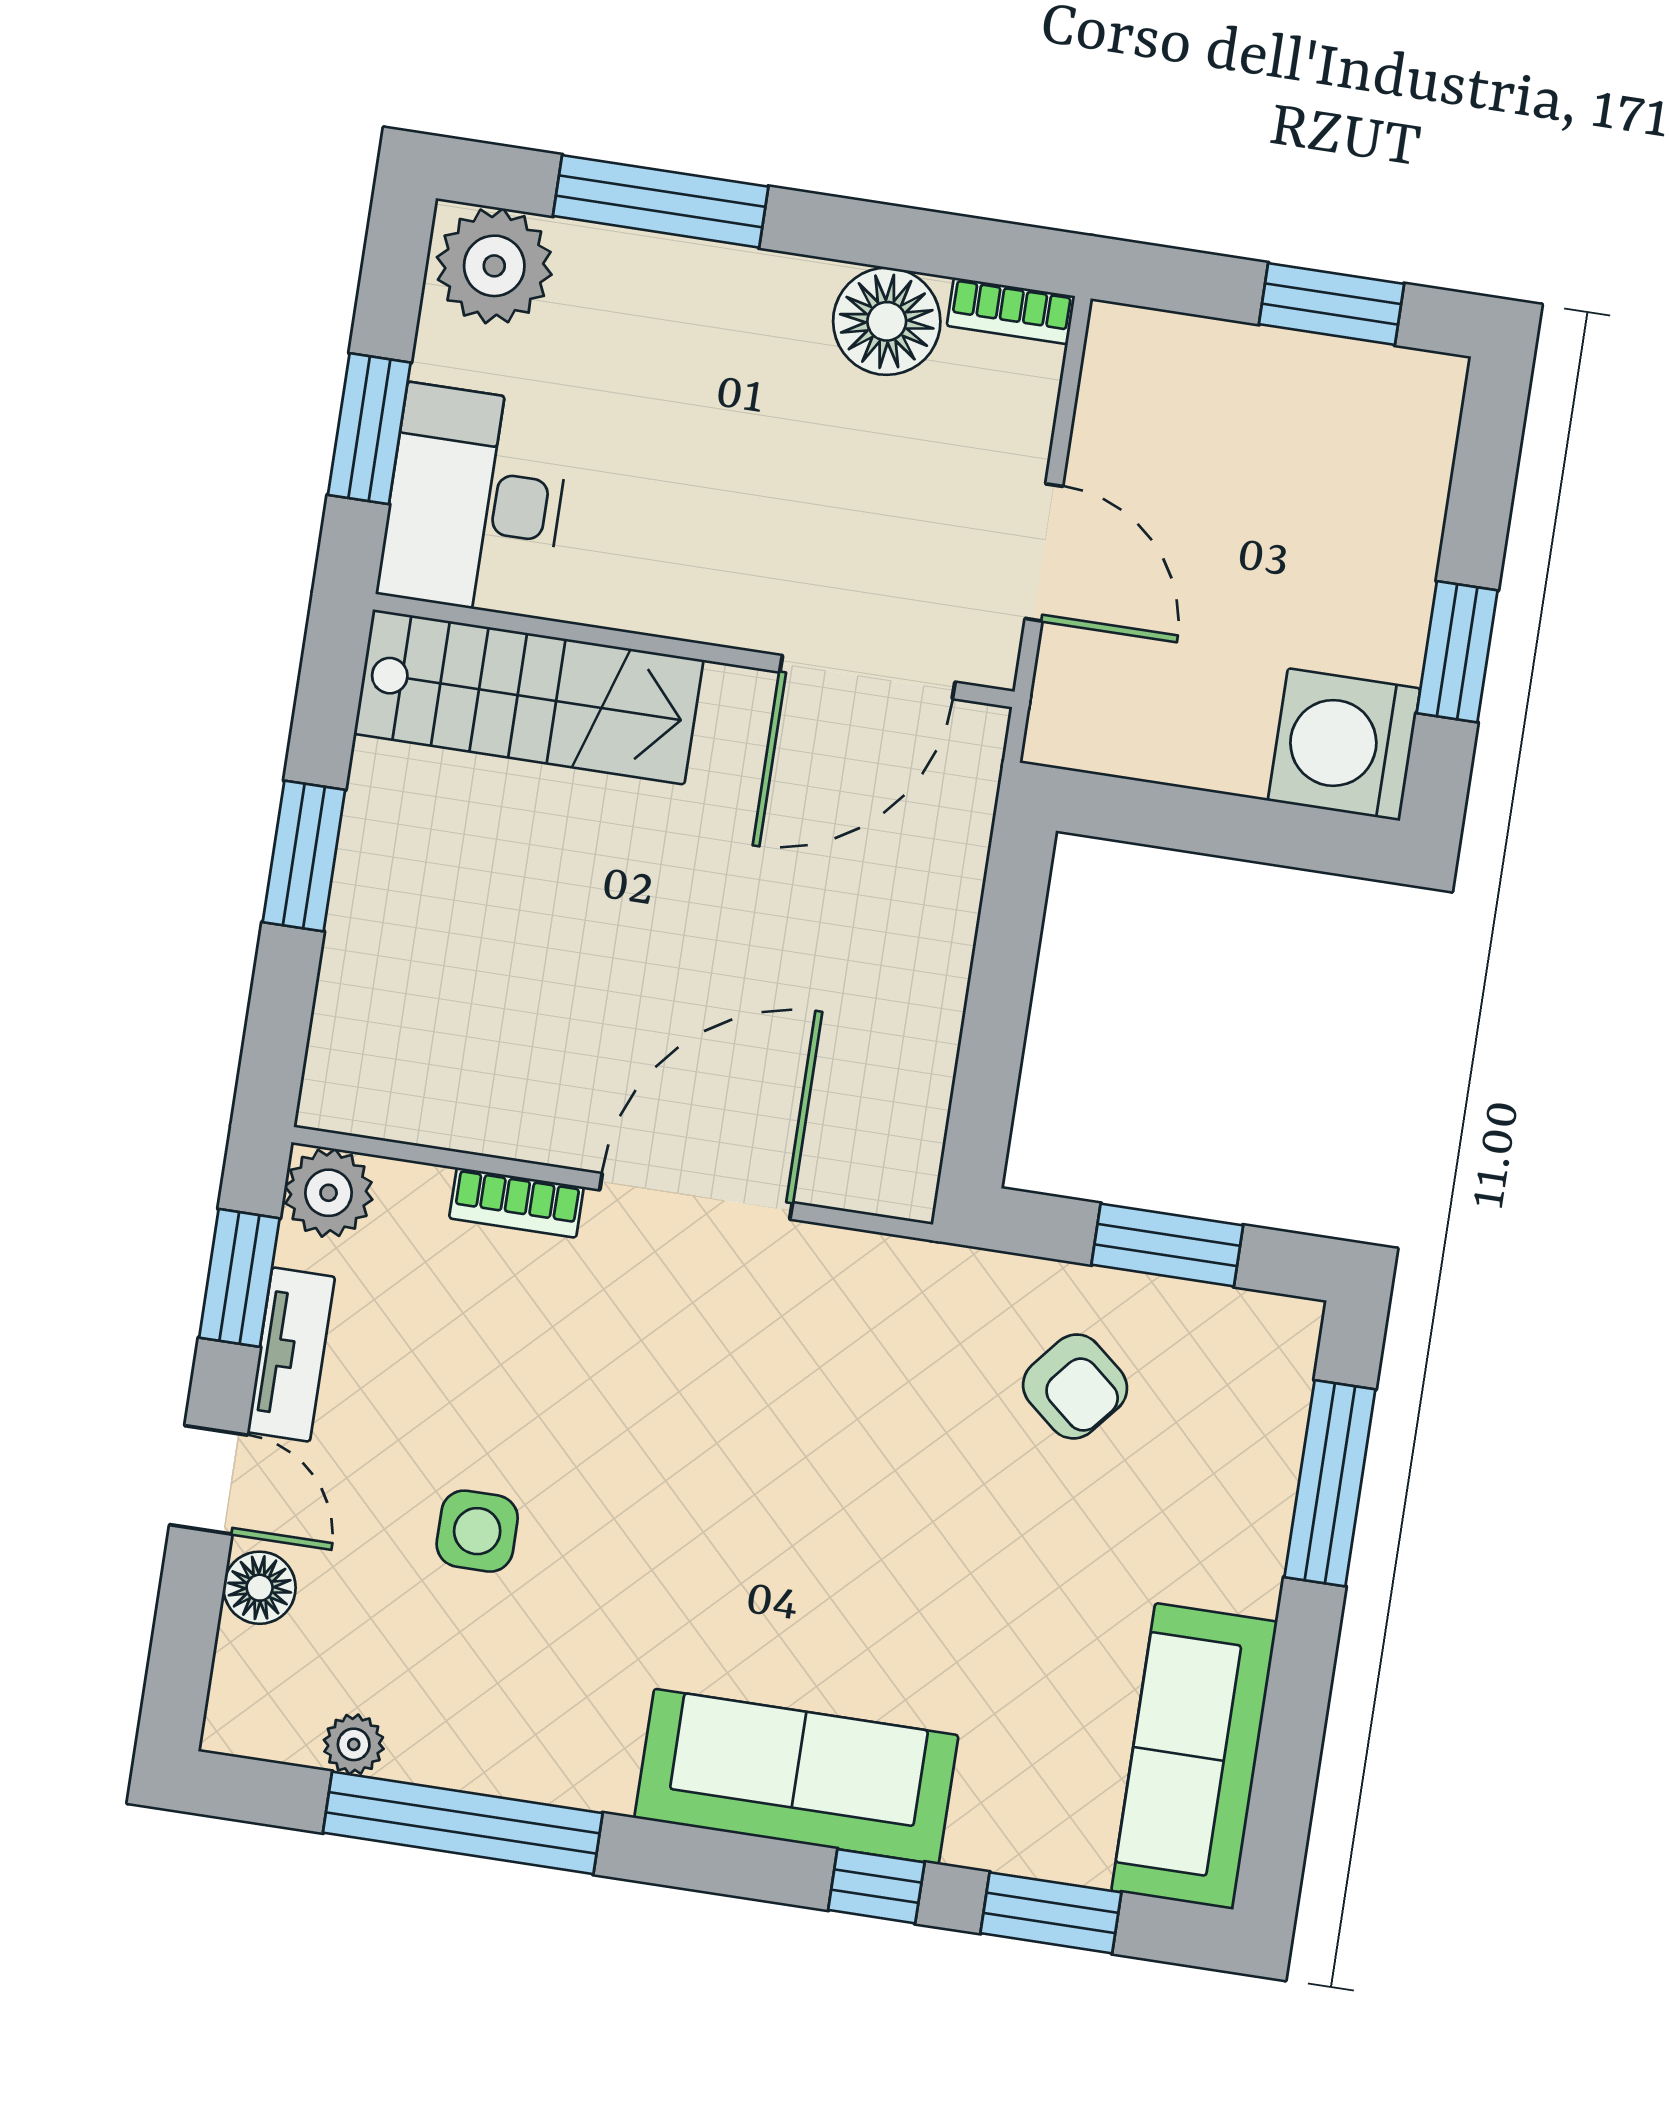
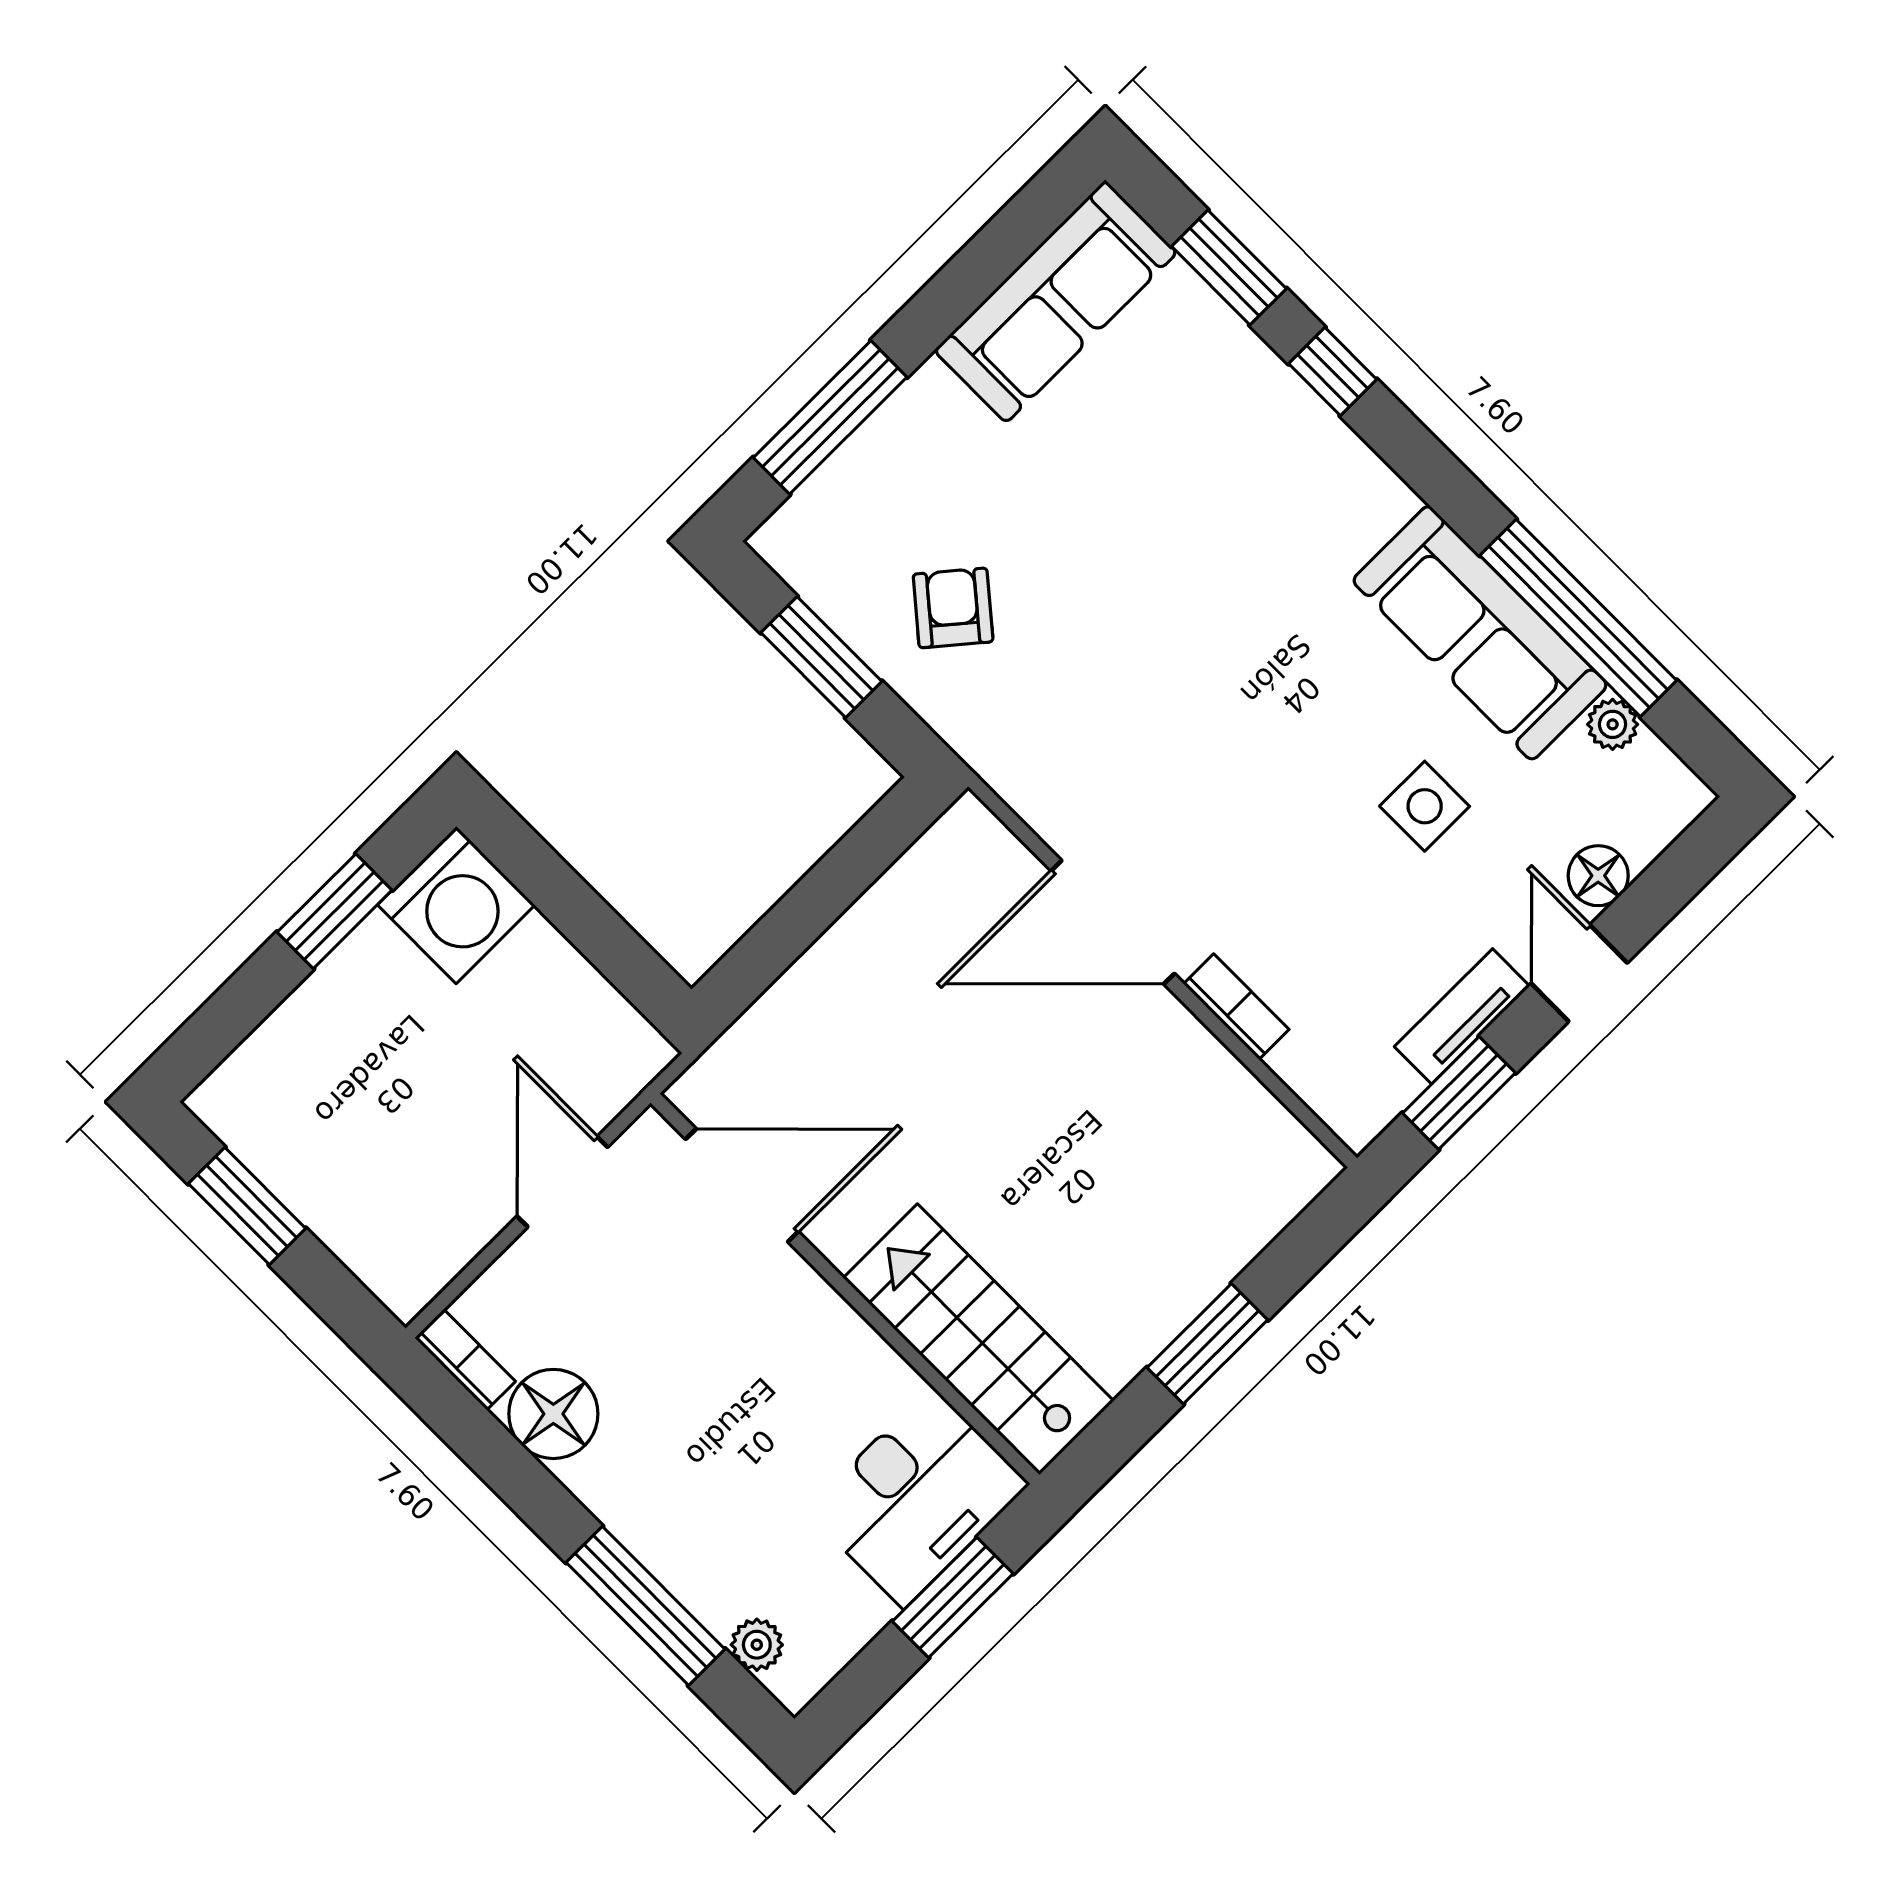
plant: (494, 266) -> (757, 1645), width x0.53, depth x0.53
plant: (329, 1193) -> (1357, 1106), removed
sofa: (796, 1777) -> (1480, 633), moved

